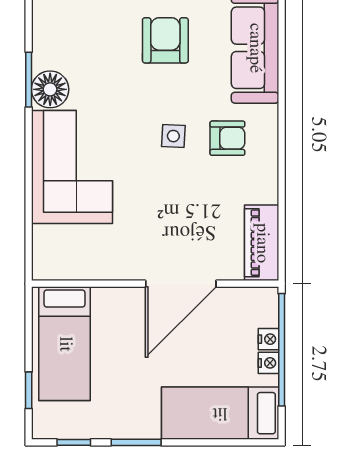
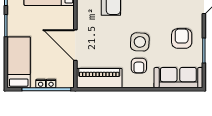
armchair: (165, 40) -> (182, 38), turned -90
side table: (173, 136) -> (140, 42), width x1.87, depth x1.87
piano: (262, 243) -> (99, 78), width x1.37, depth x1.33

